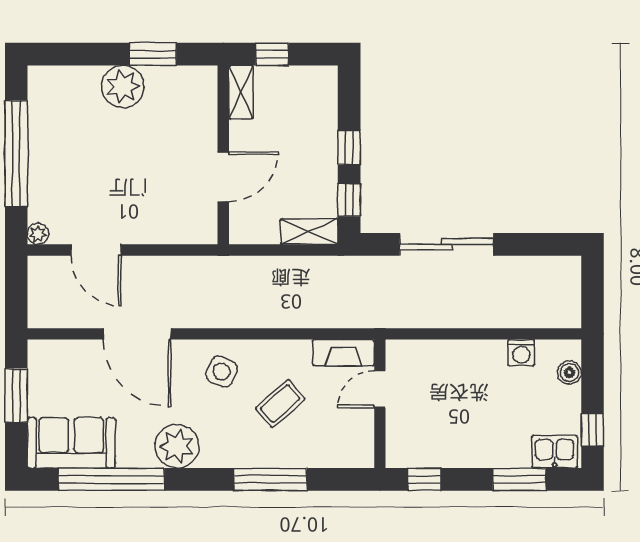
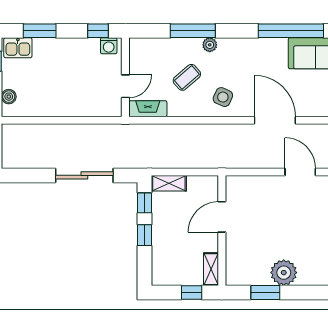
washing machine: (521, 353) -> (109, 46), moved, turned 180
plant: (177, 446) -> (210, 45), moved, width x0.53, depth x0.53

